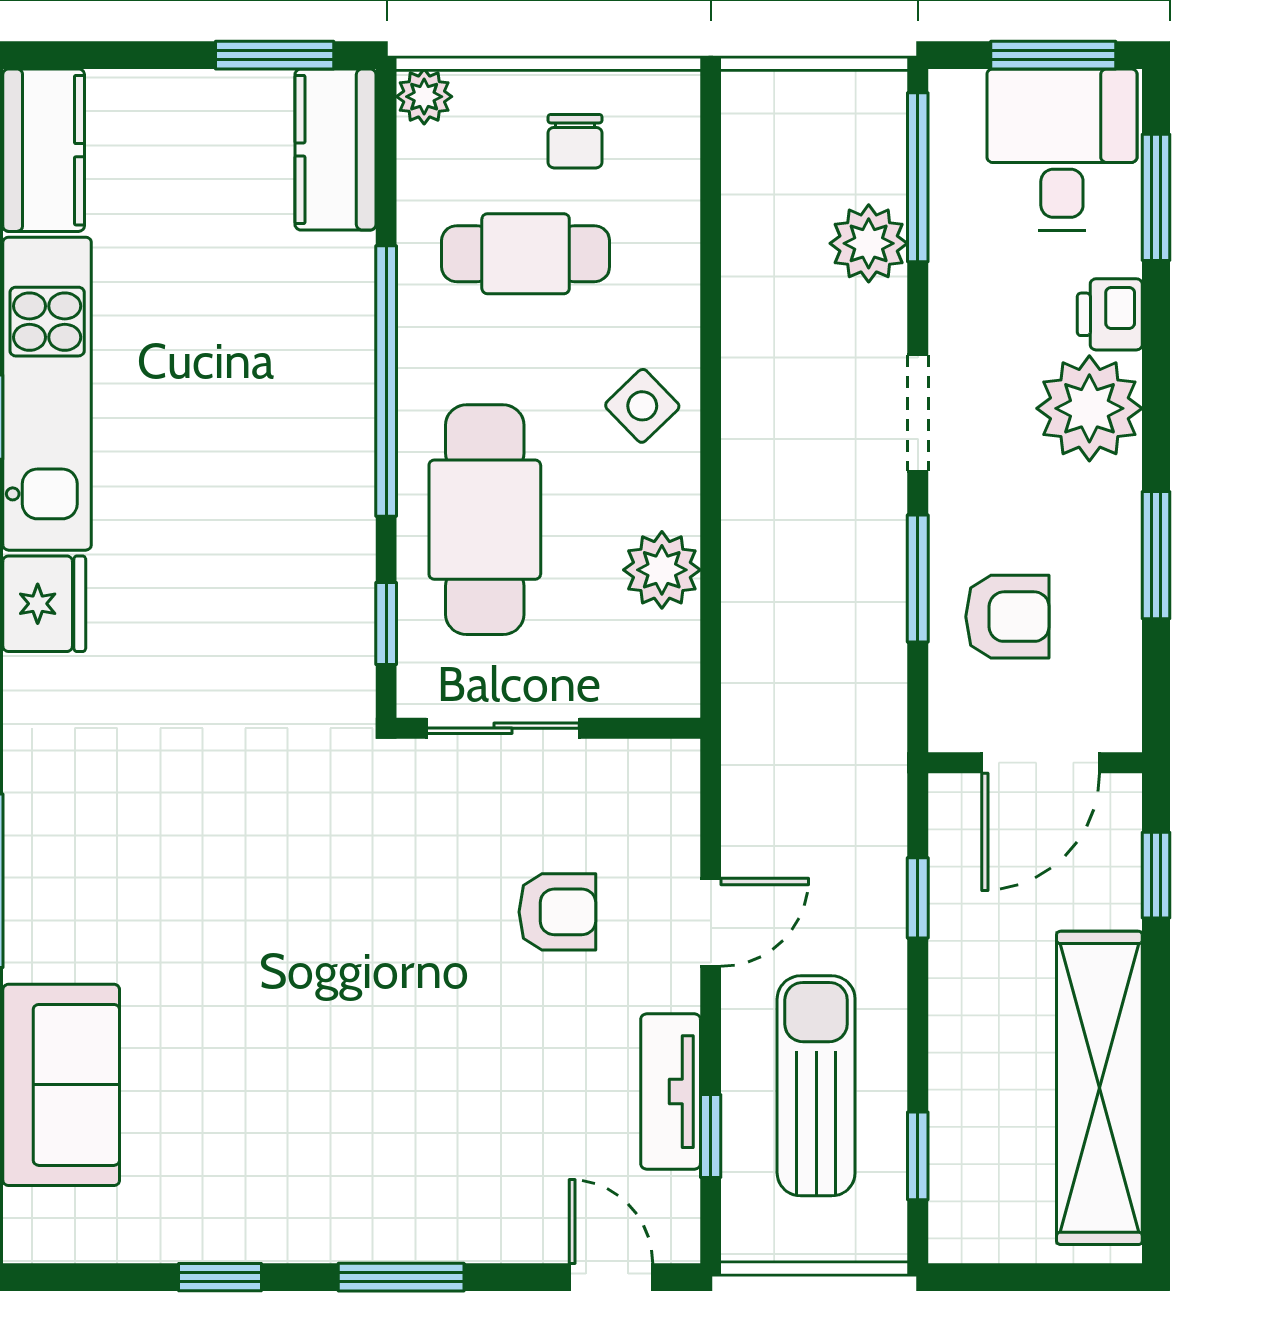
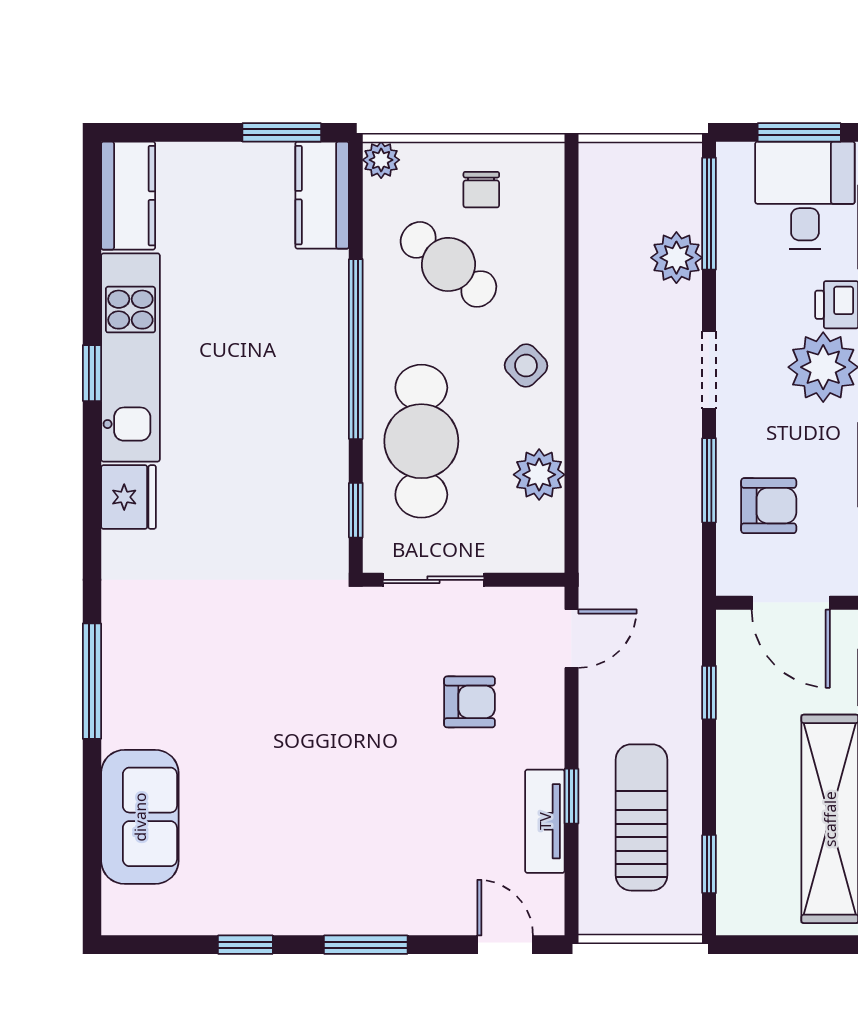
cafe table: (526, 254) -> (448, 264), turned 39
door: (1041, 763) -> (791, 603), hinge flipped
door: (711, 922) -> (571, 639), moved
window: (711, 1136) -> (571, 796), moved

